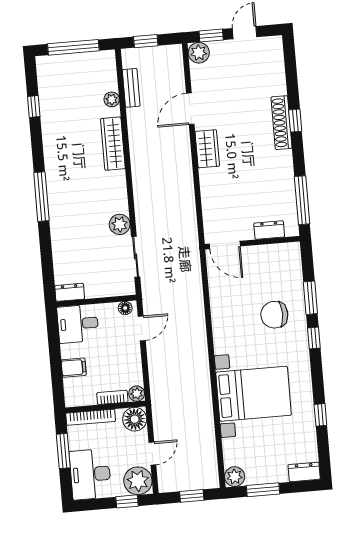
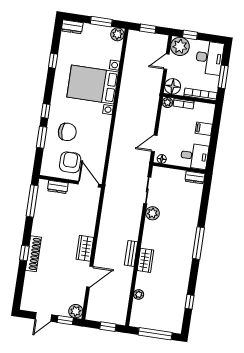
bench: (131, 88) -> (131, 253), moved
wardrobe: (113, 144) -> (145, 260), width x0.67
armchair: (259, 271) -> (70, 162), added

